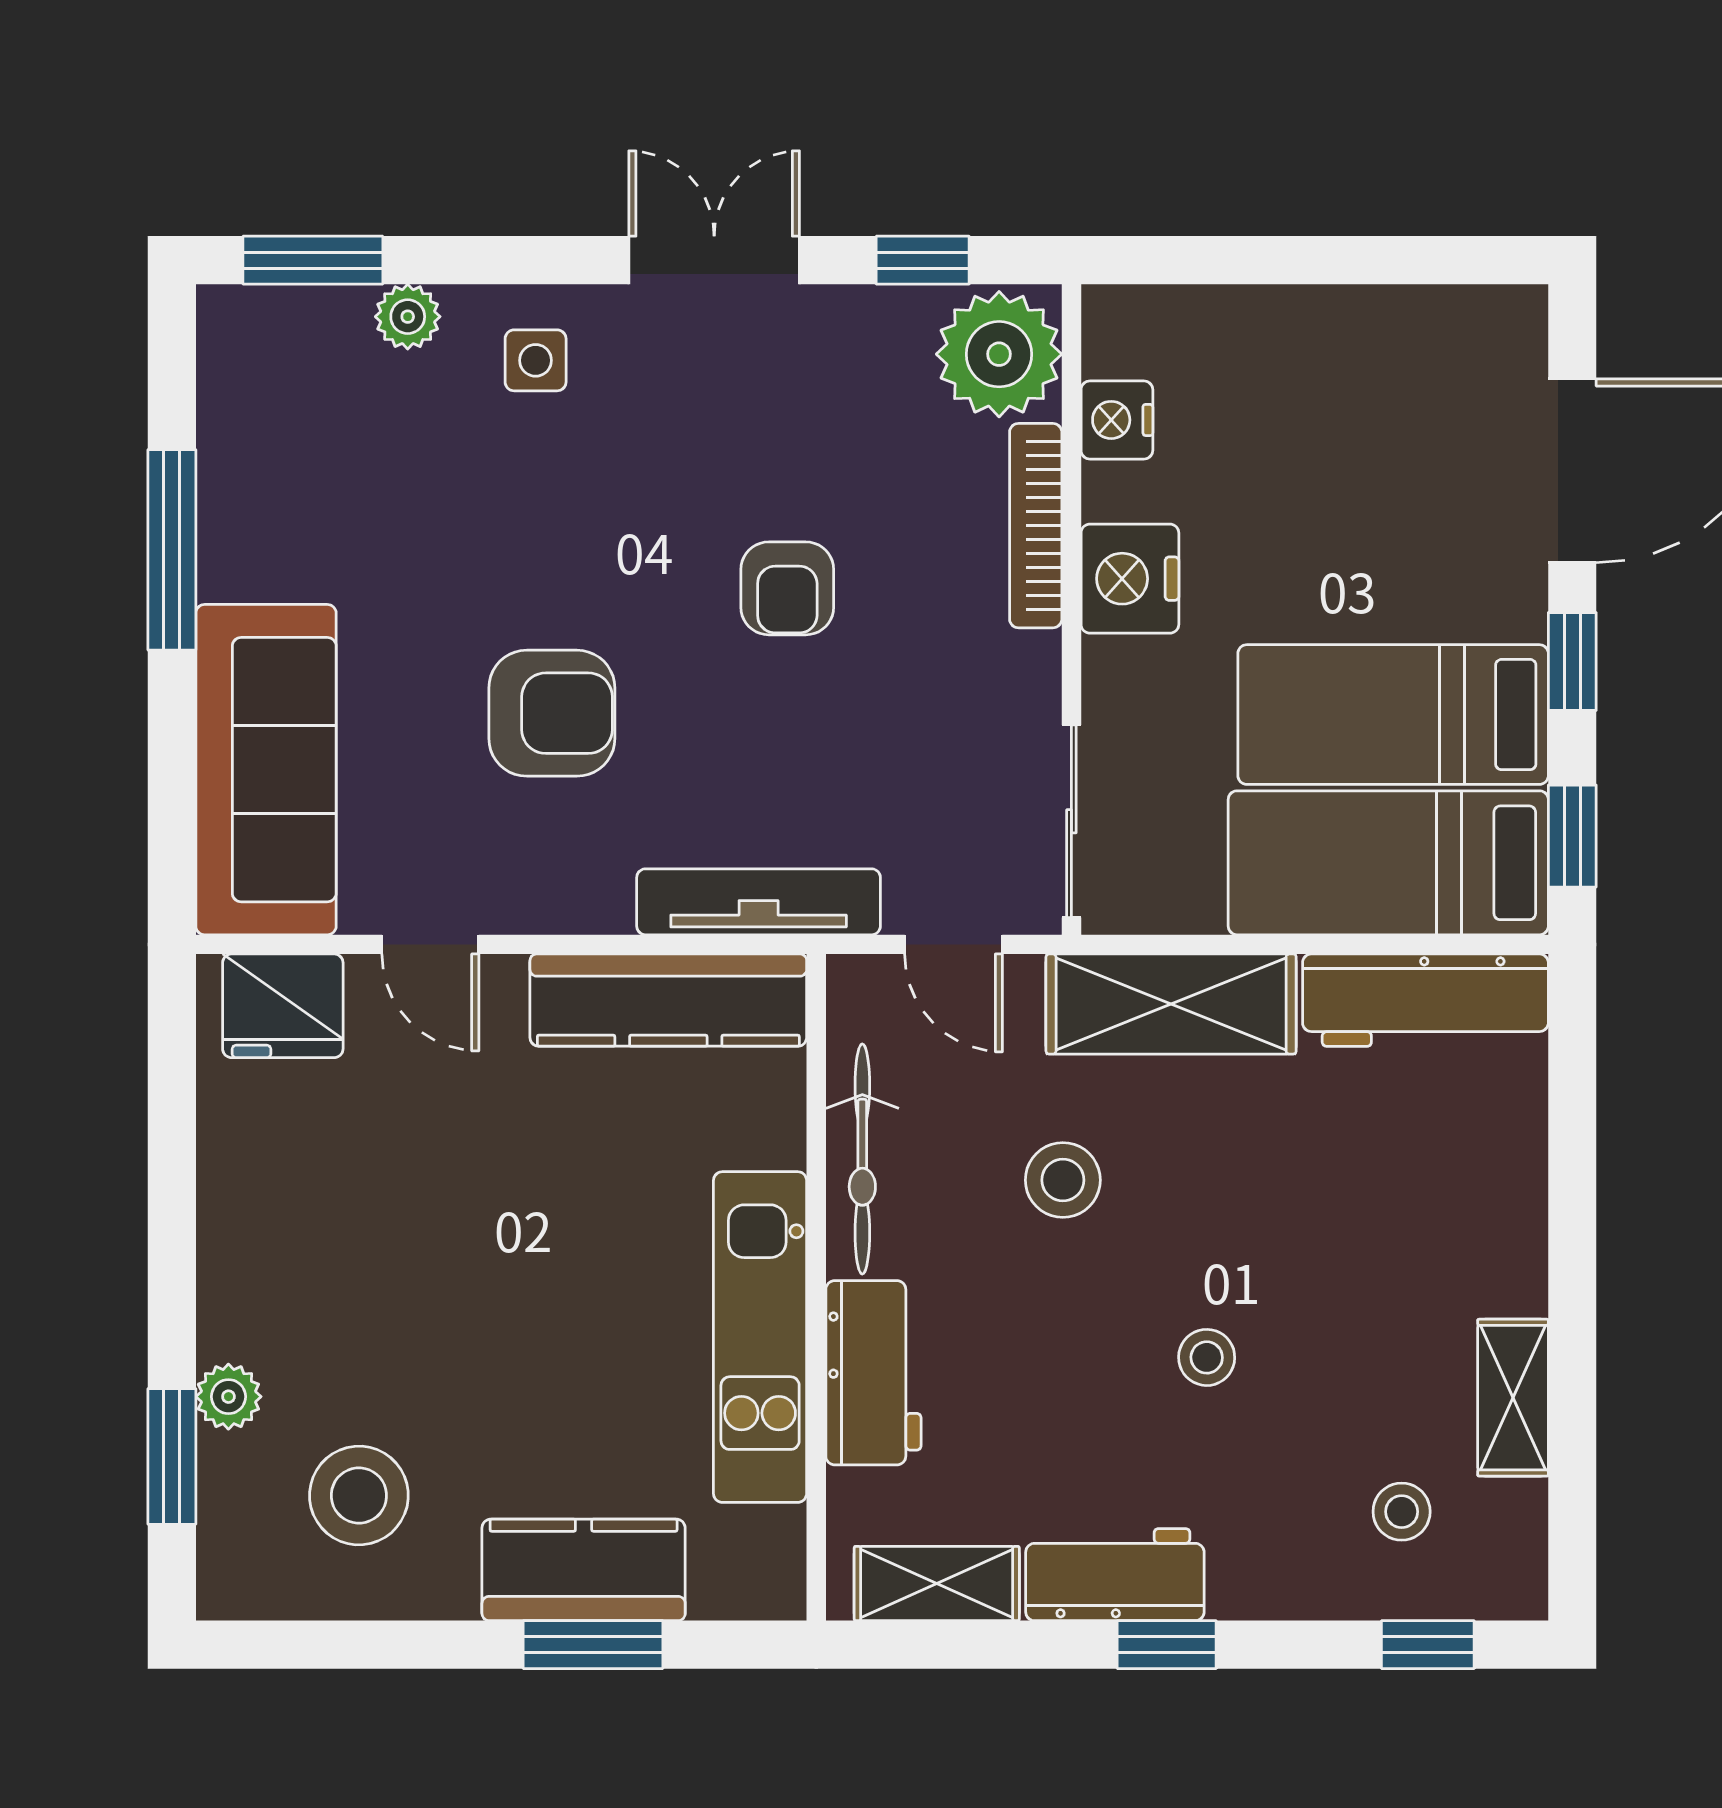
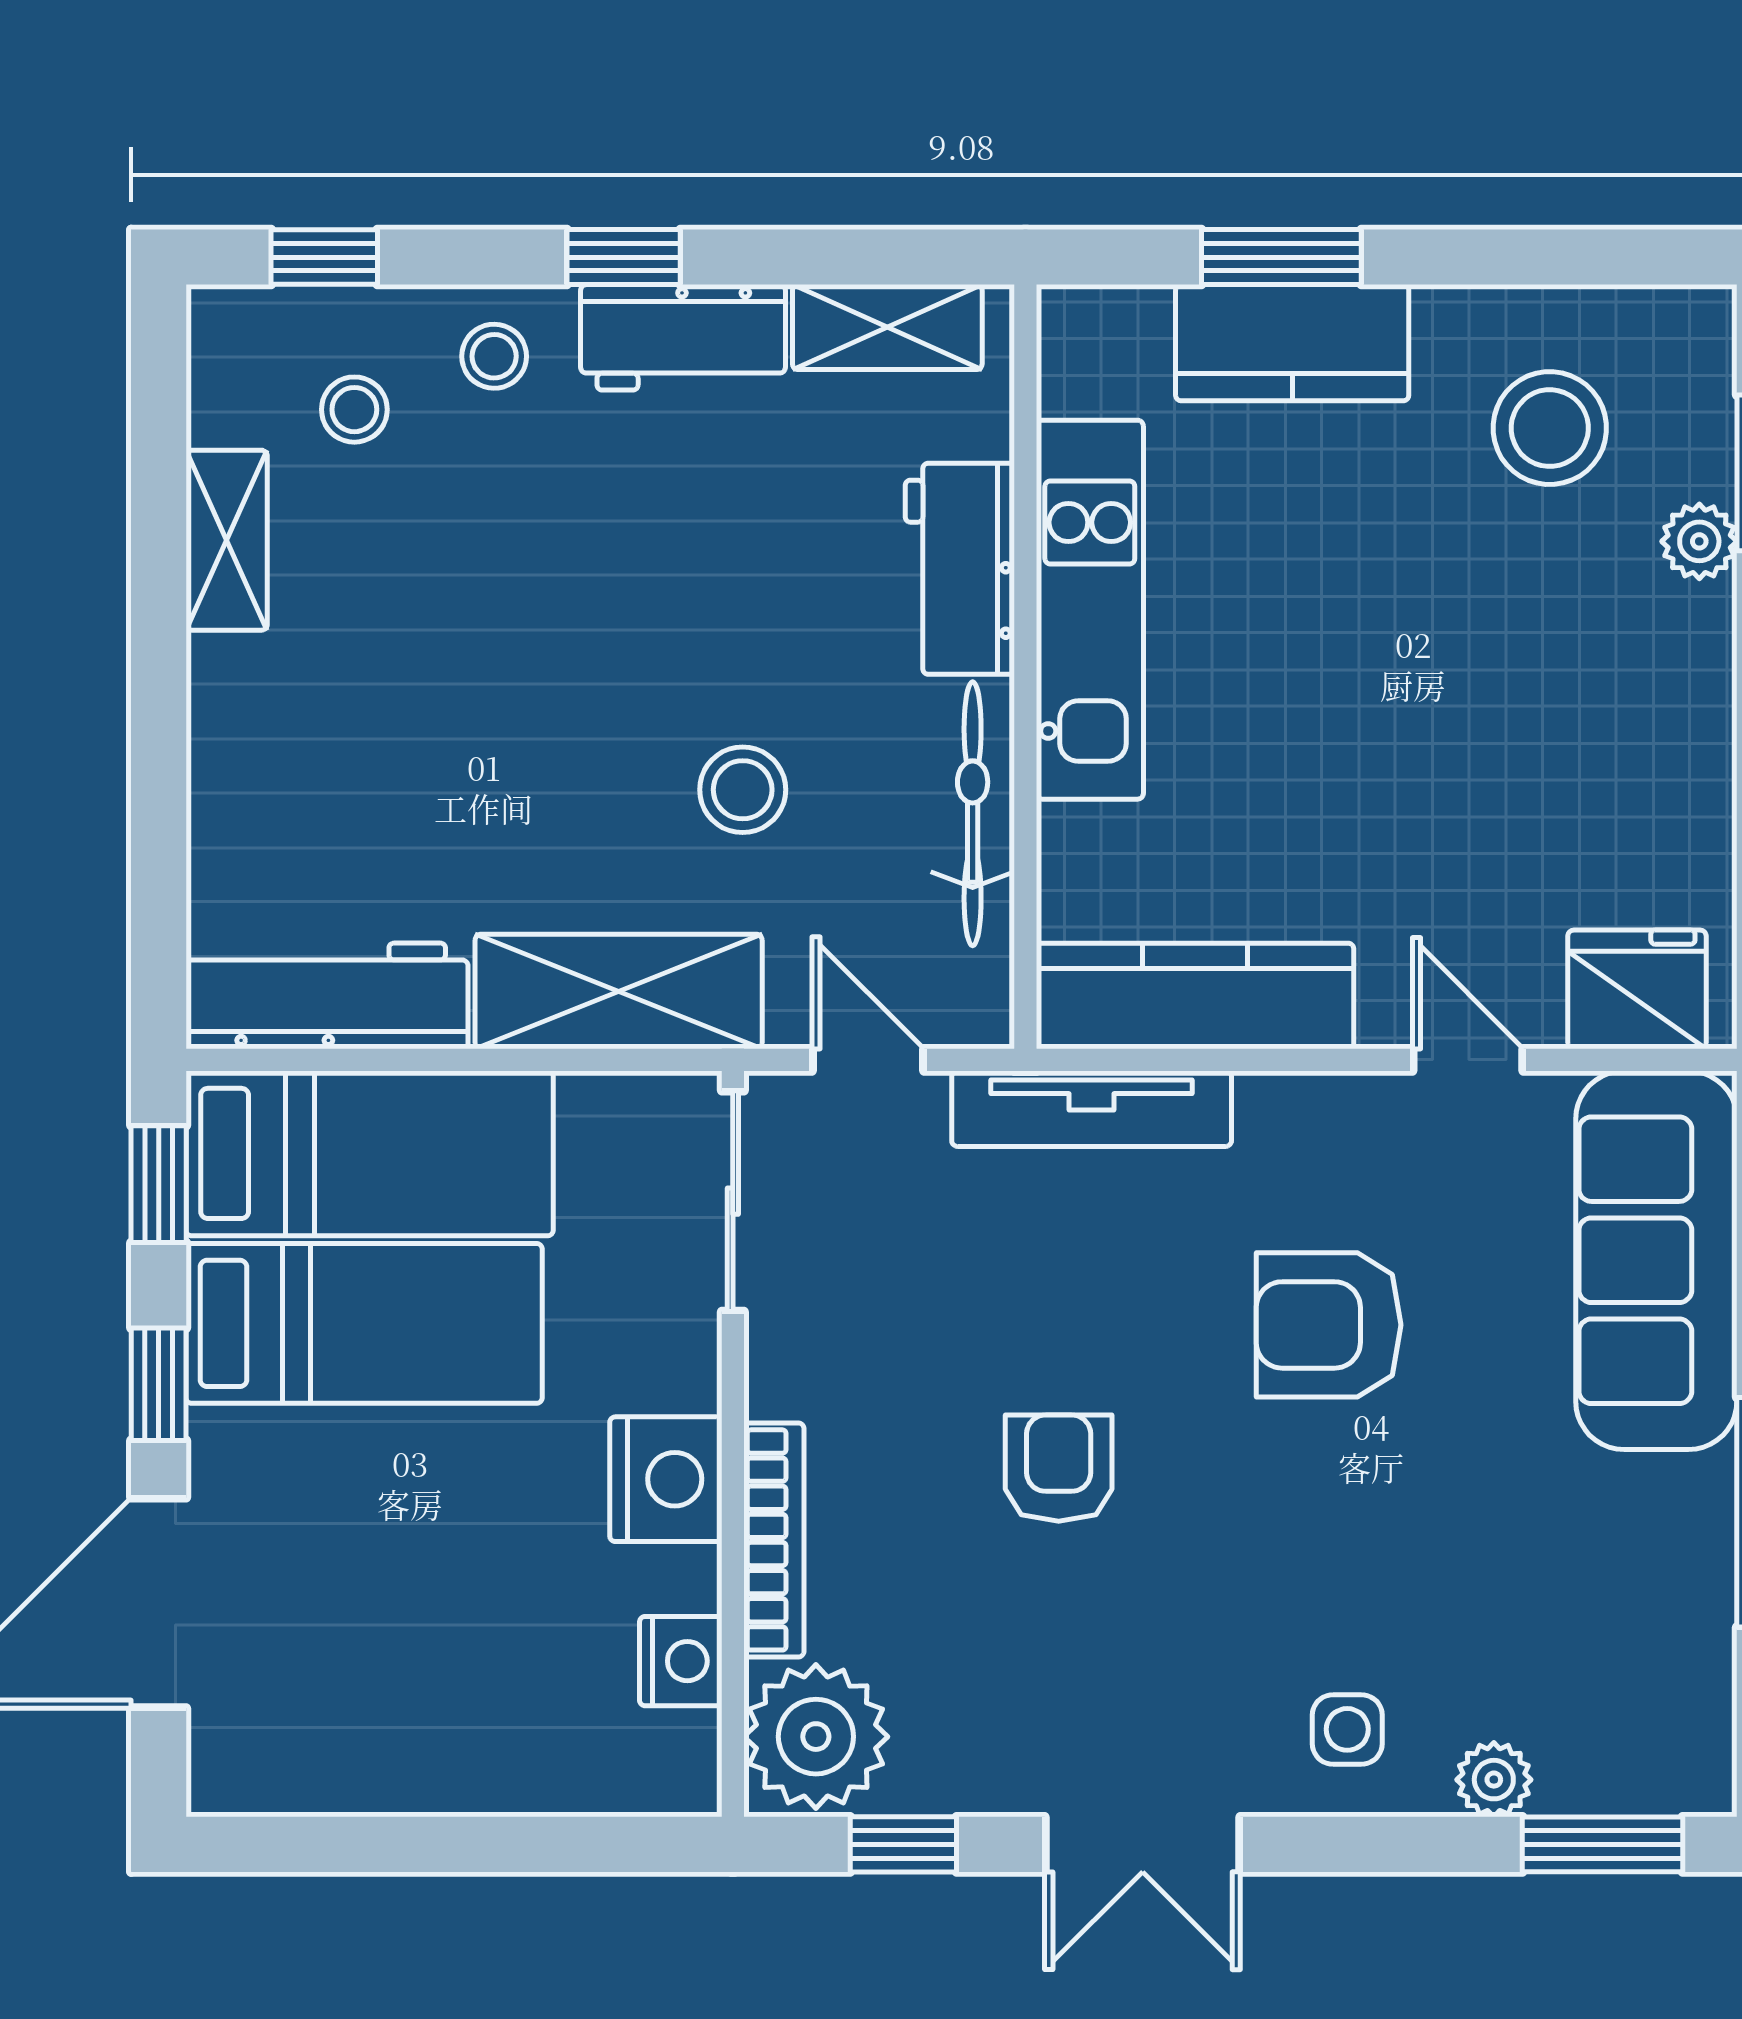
stool: (1207, 1357) -> (494, 356), moved

